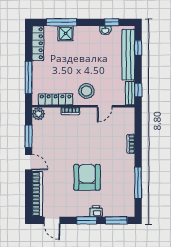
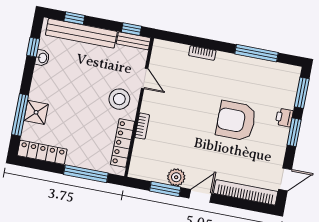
plant: (39, 114) -> (176, 177), moved

